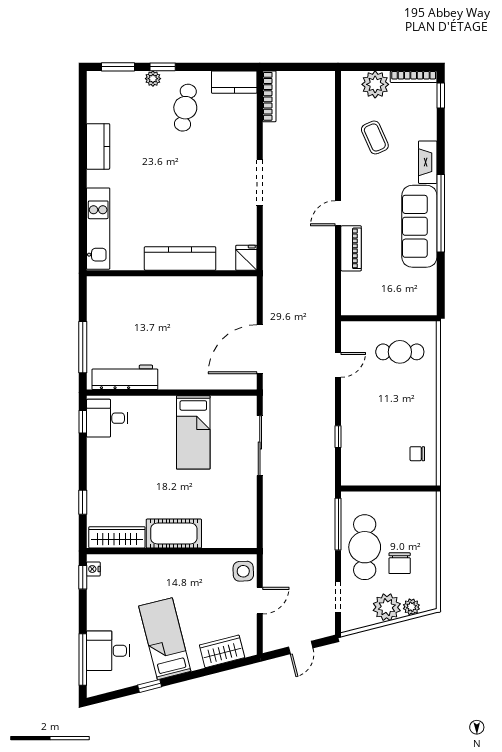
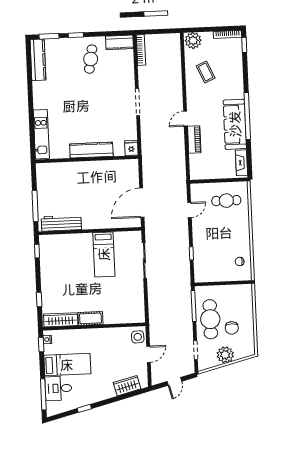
plant: (153, 79) -> (70, 42), removed
plant: (375, 84) -> (193, 41), moved
kitchen counter: (98, 146) -> (38, 60), moved, width x1.50
fireplace: (428, 162) -> (241, 163), moved
desk: (107, 418) -> (52, 248), removed
cot: (174, 534) -> (91, 318), width x0.73, depth x0.75
plant: (411, 607) -> (240, 354), removed
bed: (165, 639) -> (67, 365), moved, turned 104

